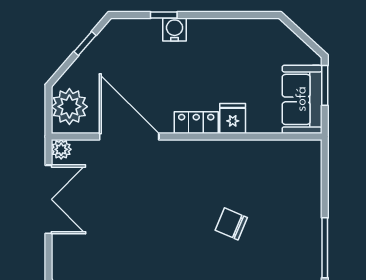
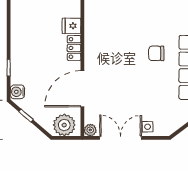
water cooler: (175, 30) -> (17, 92), moved
chair: (231, 224) -> (156, 53), moved, turned 67
side table: (67, 244) -> (148, 127), added

